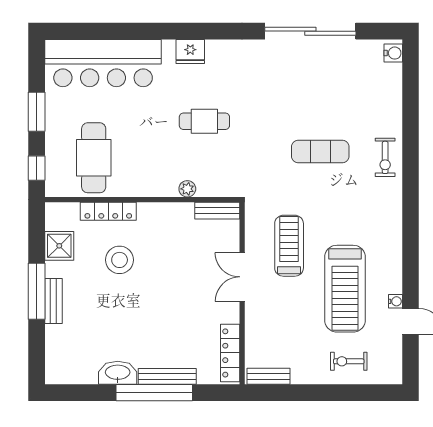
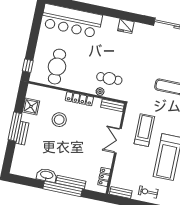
fridge: (190, 52) -> (126, 26), moved
window: (37, 112) -> (34, 38), removed
cafe table: (204, 121) -> (109, 78), moved
locker: (108, 211) -> (79, 99), moved
locker: (230, 353) -> (104, 177), width x0.66
exercise bike: (349, 361) -> (148, 192), moved

